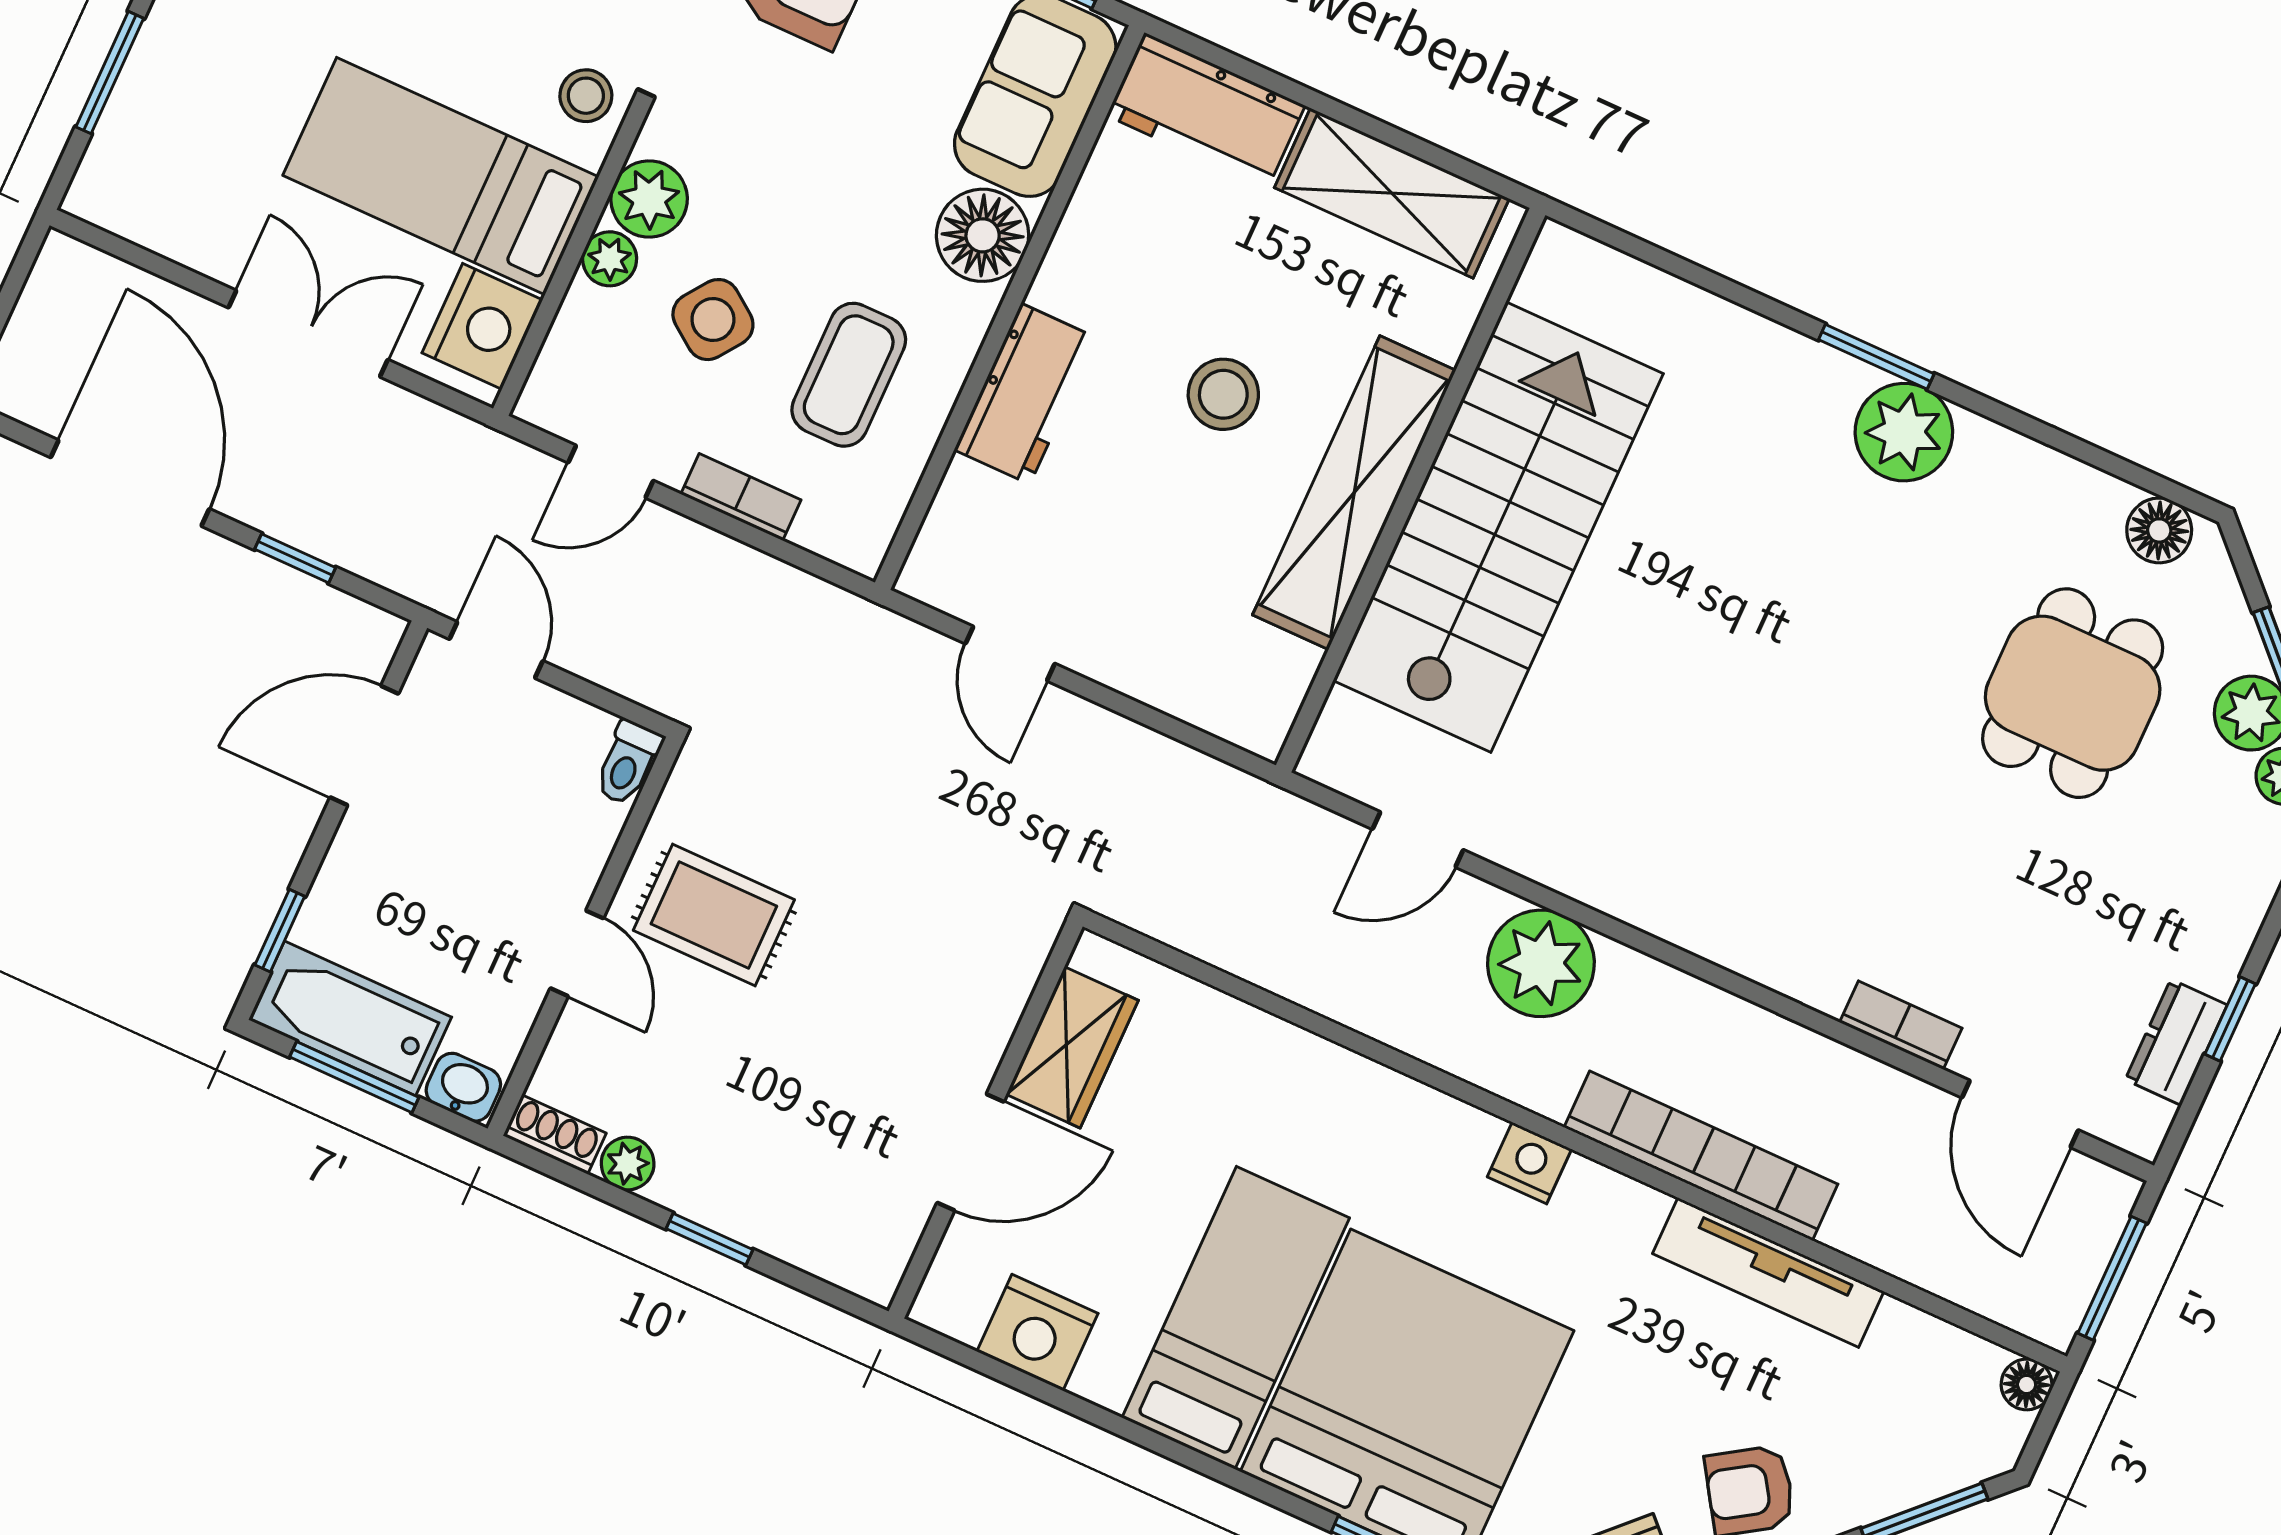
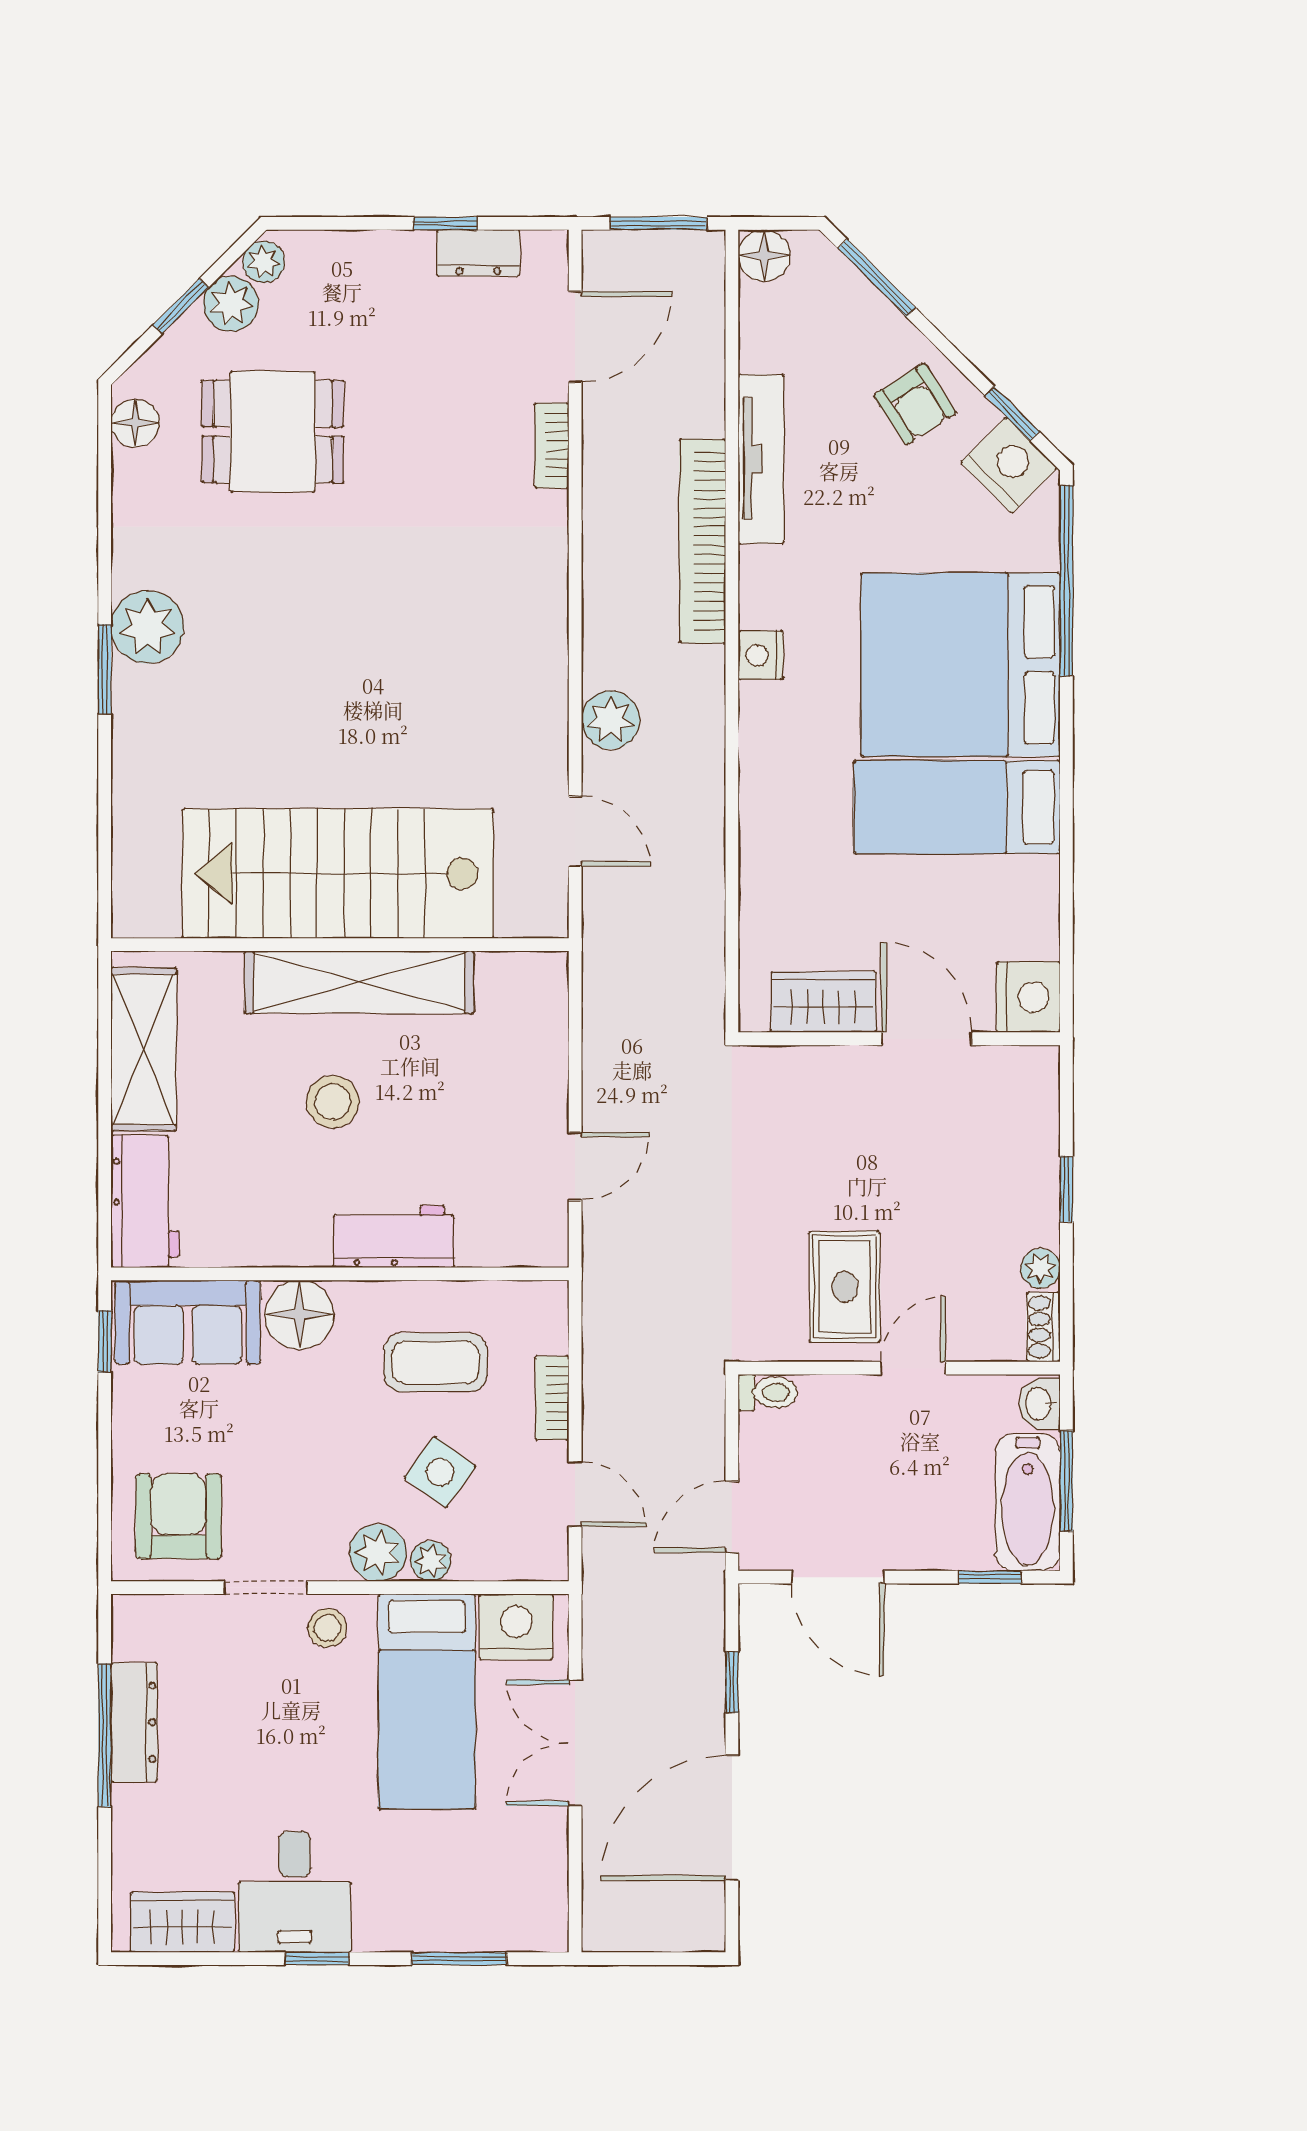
plant: (1541, 963) -> (611, 720), width x0.73, depth x0.73
nightstand: (1037, 1333) -> (1028, 997), moved
floor lamp: (2027, 1384) -> (764, 256), width x1.37, depth x1.37

